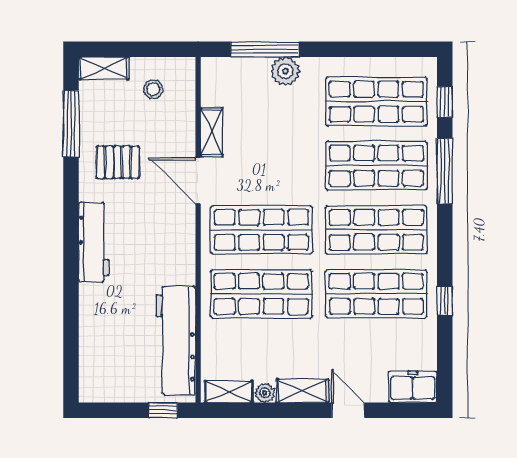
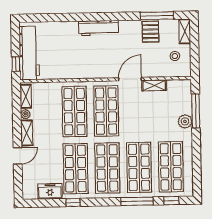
pallet: (118, 162) -> (150, 32), moved
workbench: (176, 340) -> (29, 53), moved, turned 90
freezer: (413, 387) -> (50, 191), moved, turned -90

